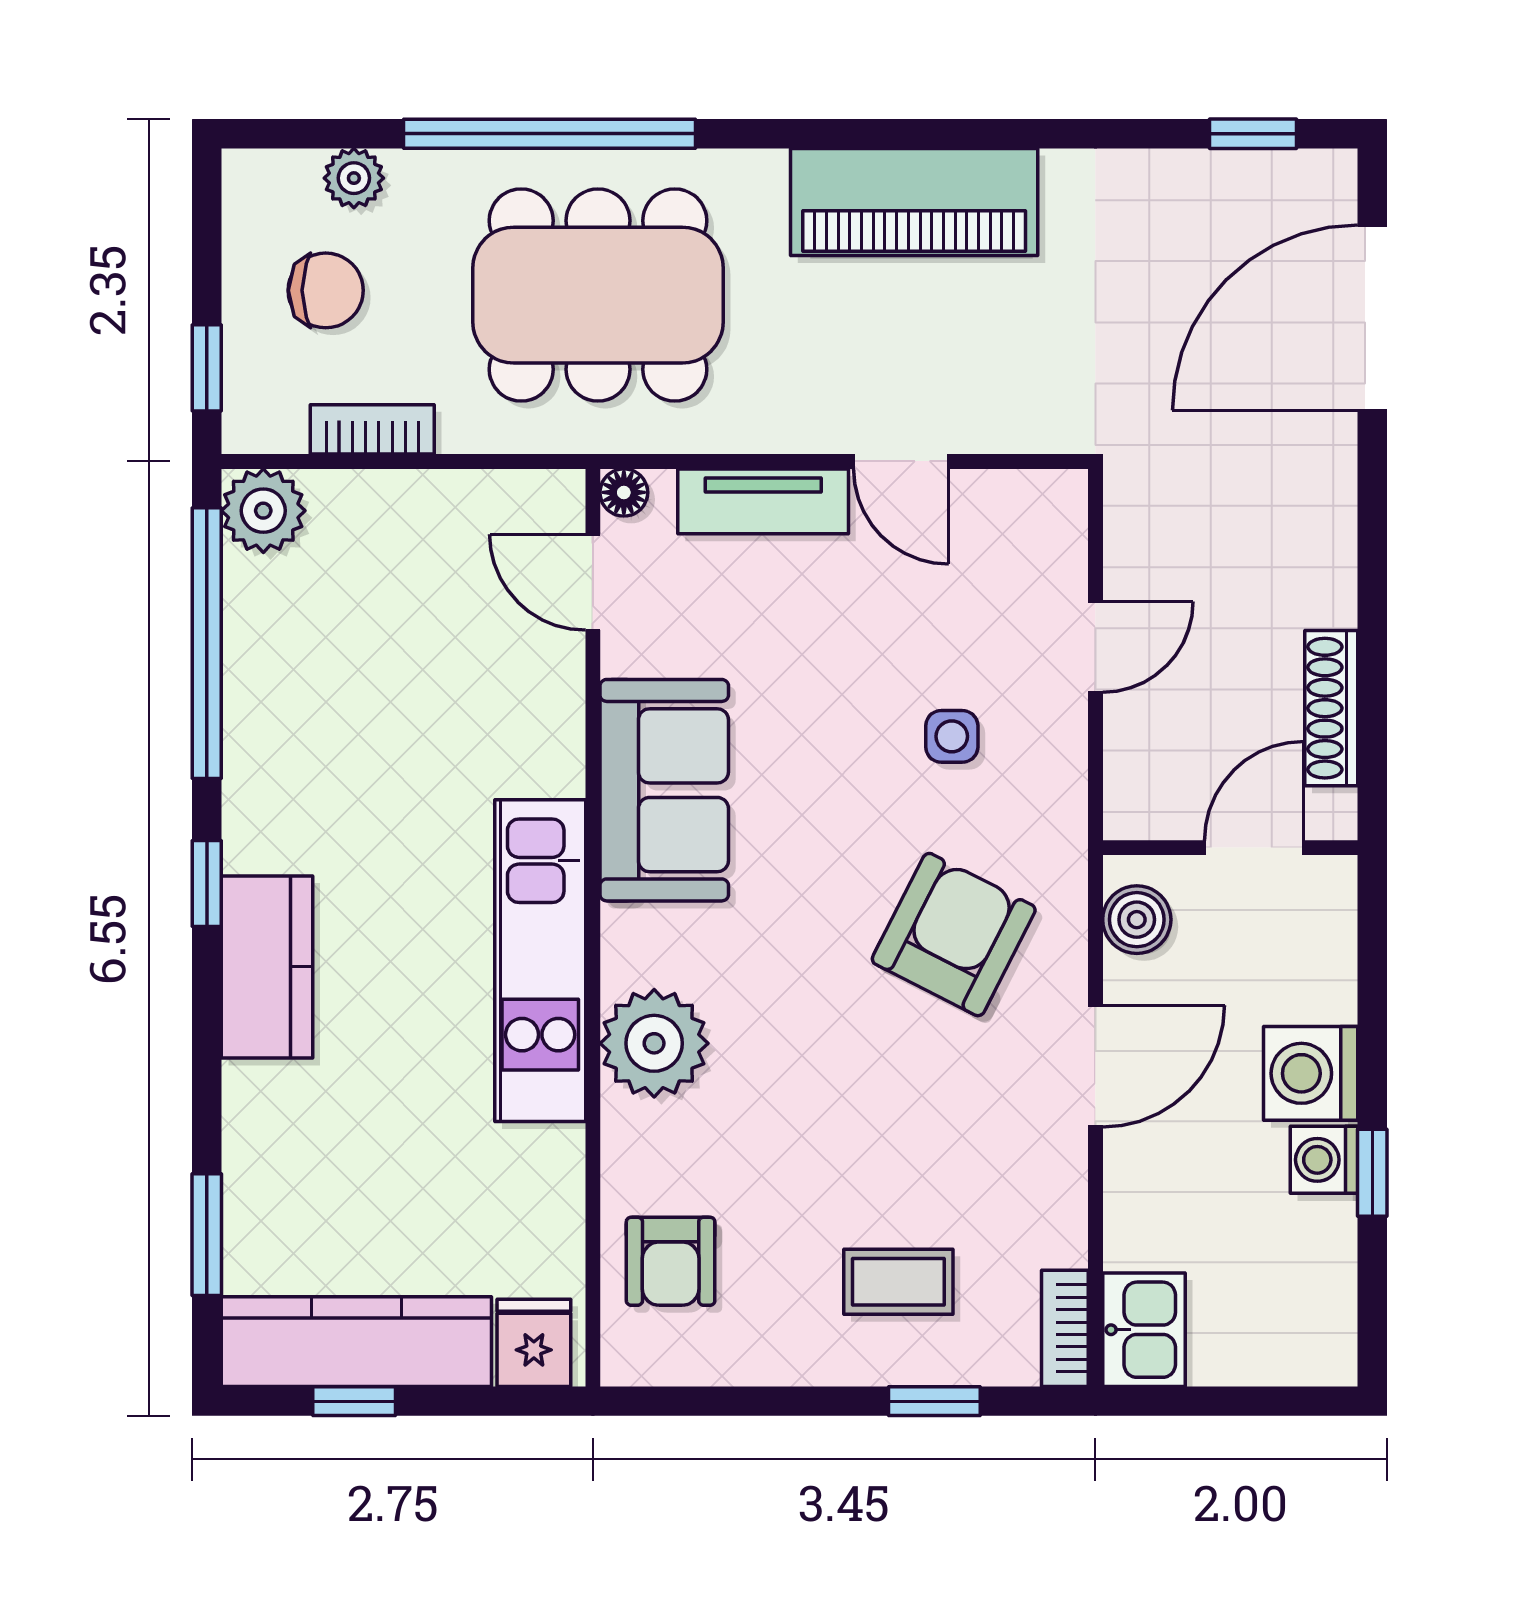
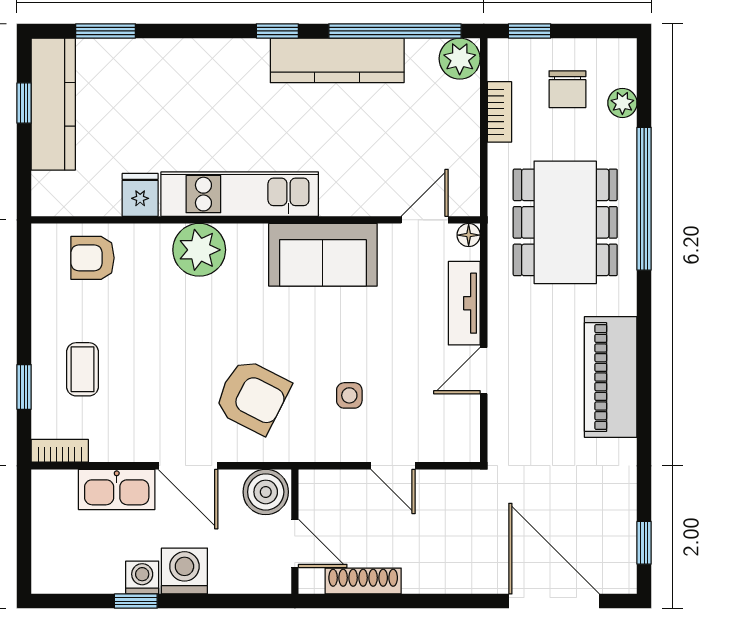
boiler: (1137, 920) -> (266, 492), width x1.36, depth x1.36
kitchen counter: (267, 967) -> (337, 60), moved, width x1.50
kitchen sink: (1144, 1330) -> (117, 489), moved, width x1.38
fridge: (534, 1343) -> (140, 195), moved, turned -90

